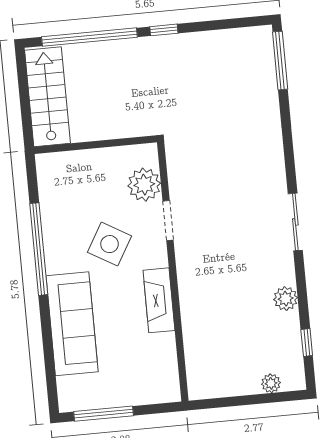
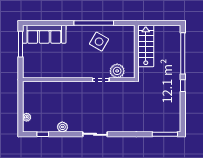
stairs: (48, 97) -> (146, 46), moved, turned -90
side table: (110, 244) -> (99, 42), moved
fireplace: (159, 300) -> (67, 73), removed
sofa: (72, 324) -> (44, 34), moved

